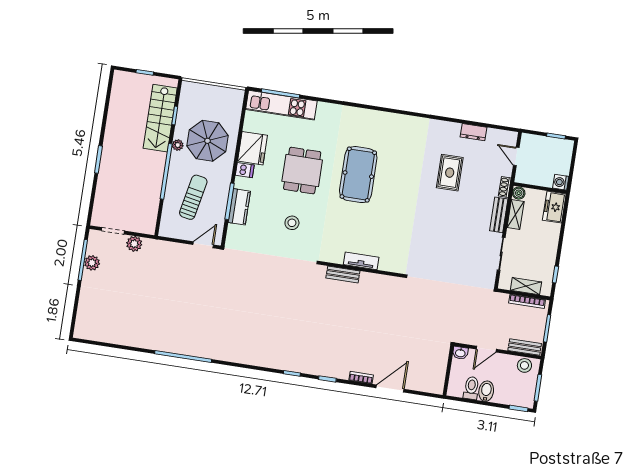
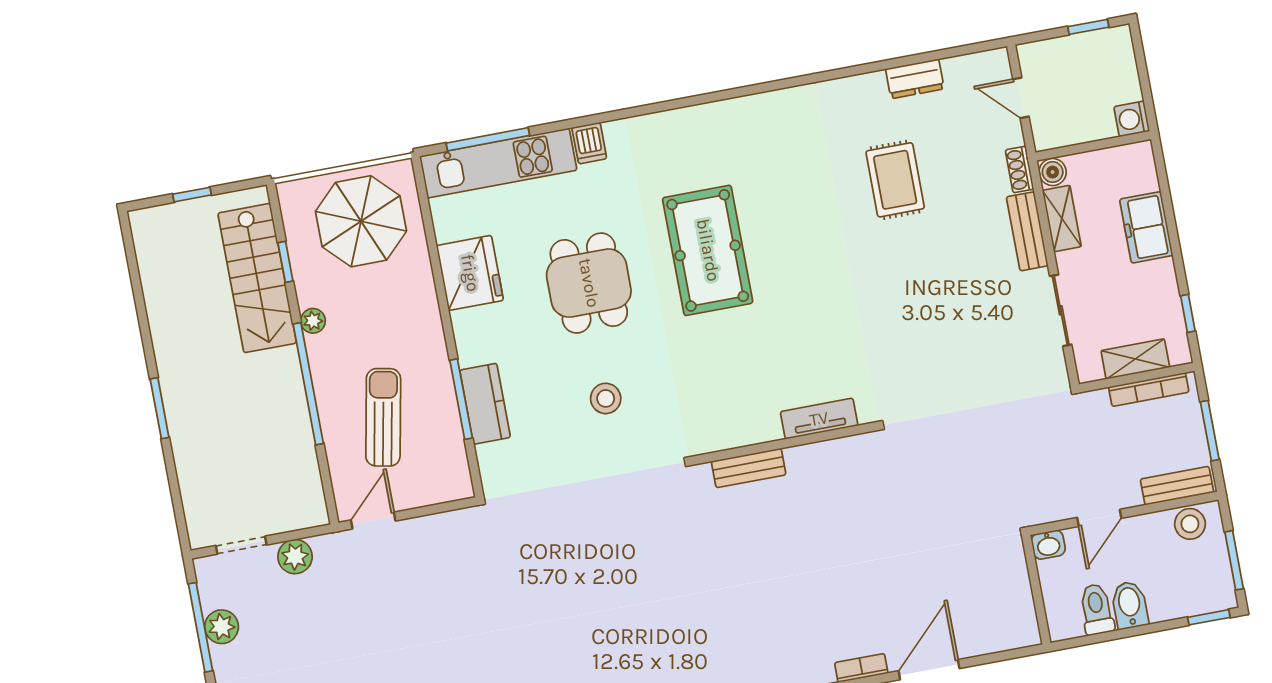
parasol: (207, 141) -> (361, 221), moved
dishwasher: (245, 170) -> (589, 143), moved, turned 90
freezer: (554, 207) -> (1146, 227), moved
door: (203, 245) -> (373, 520), moved
tv unit: (361, 261) -> (819, 419), moved

